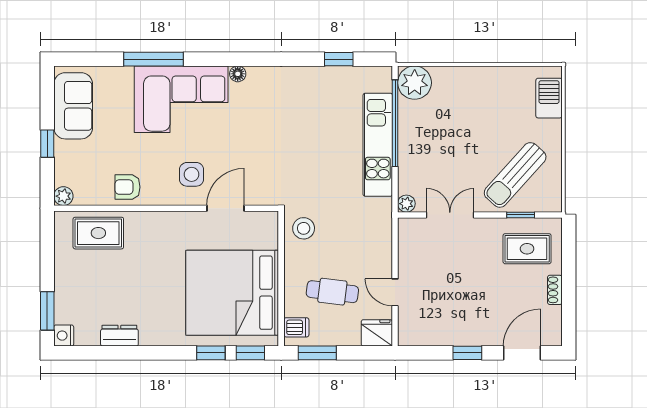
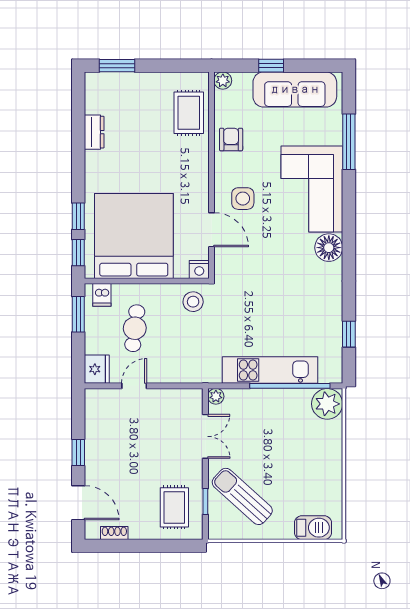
window: (153, 59) -> (349, 142), moved
floor lamp: (238, 74) -> (329, 248), width x1.89, depth x1.89
sofa: (73, 106) -> (295, 89), width x1.36
shoe rack: (555, 290) -> (114, 533), moved
nightstand: (64, 336) -> (199, 270), moved, turned 180

